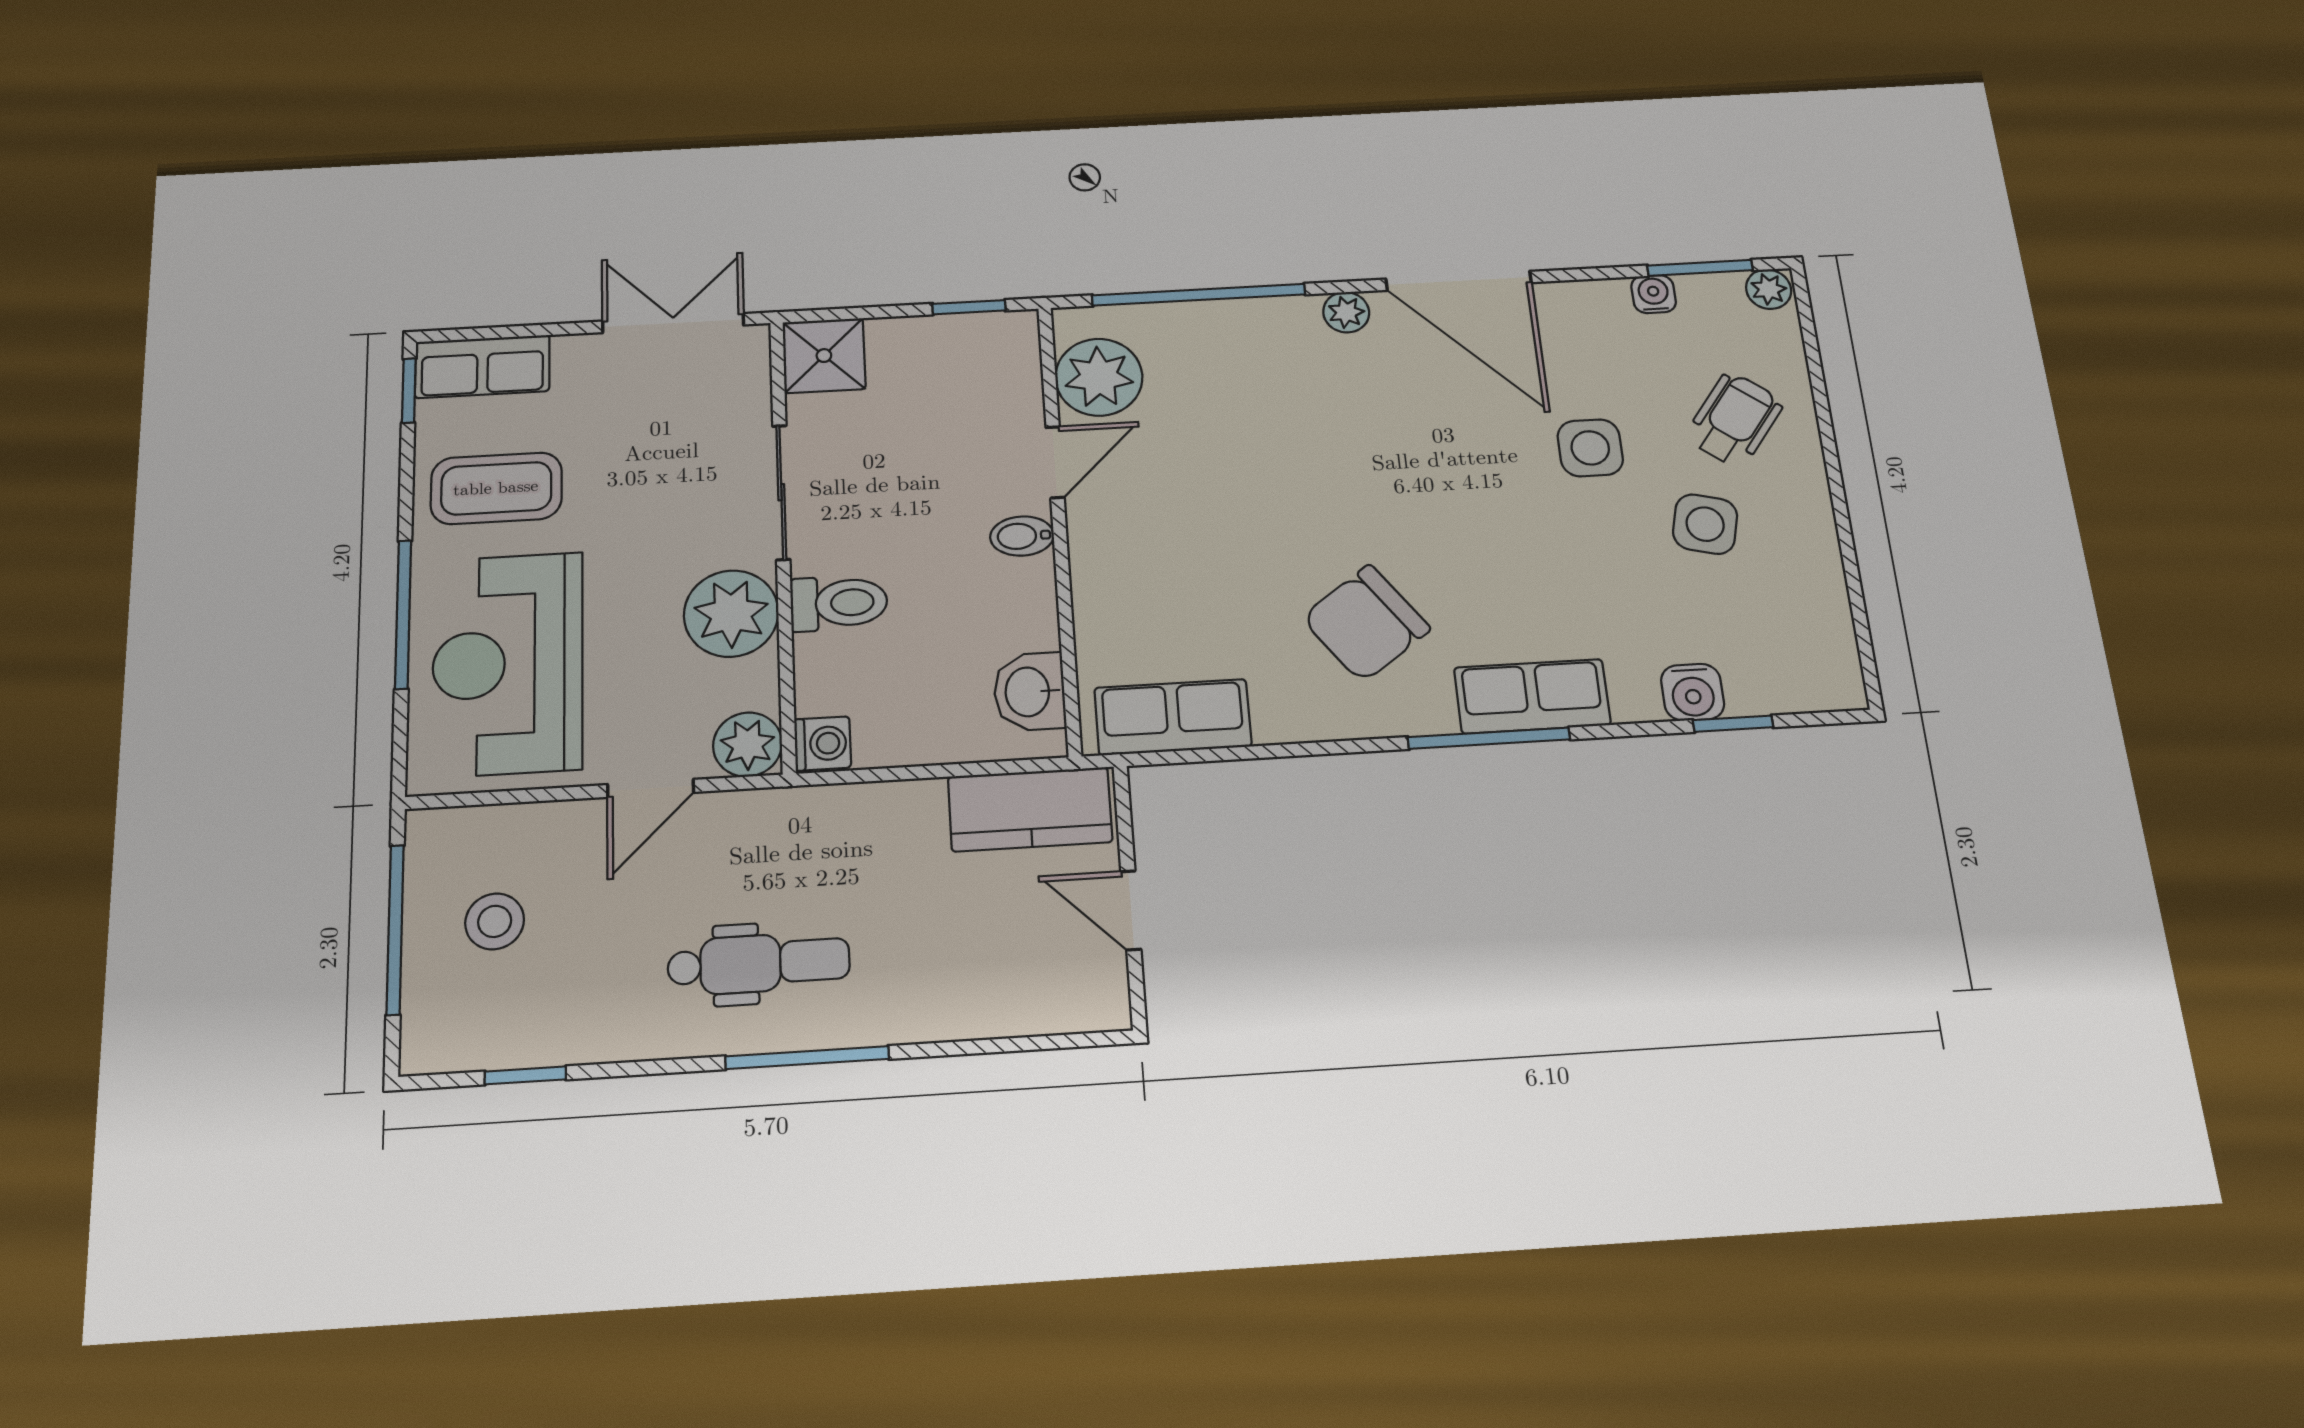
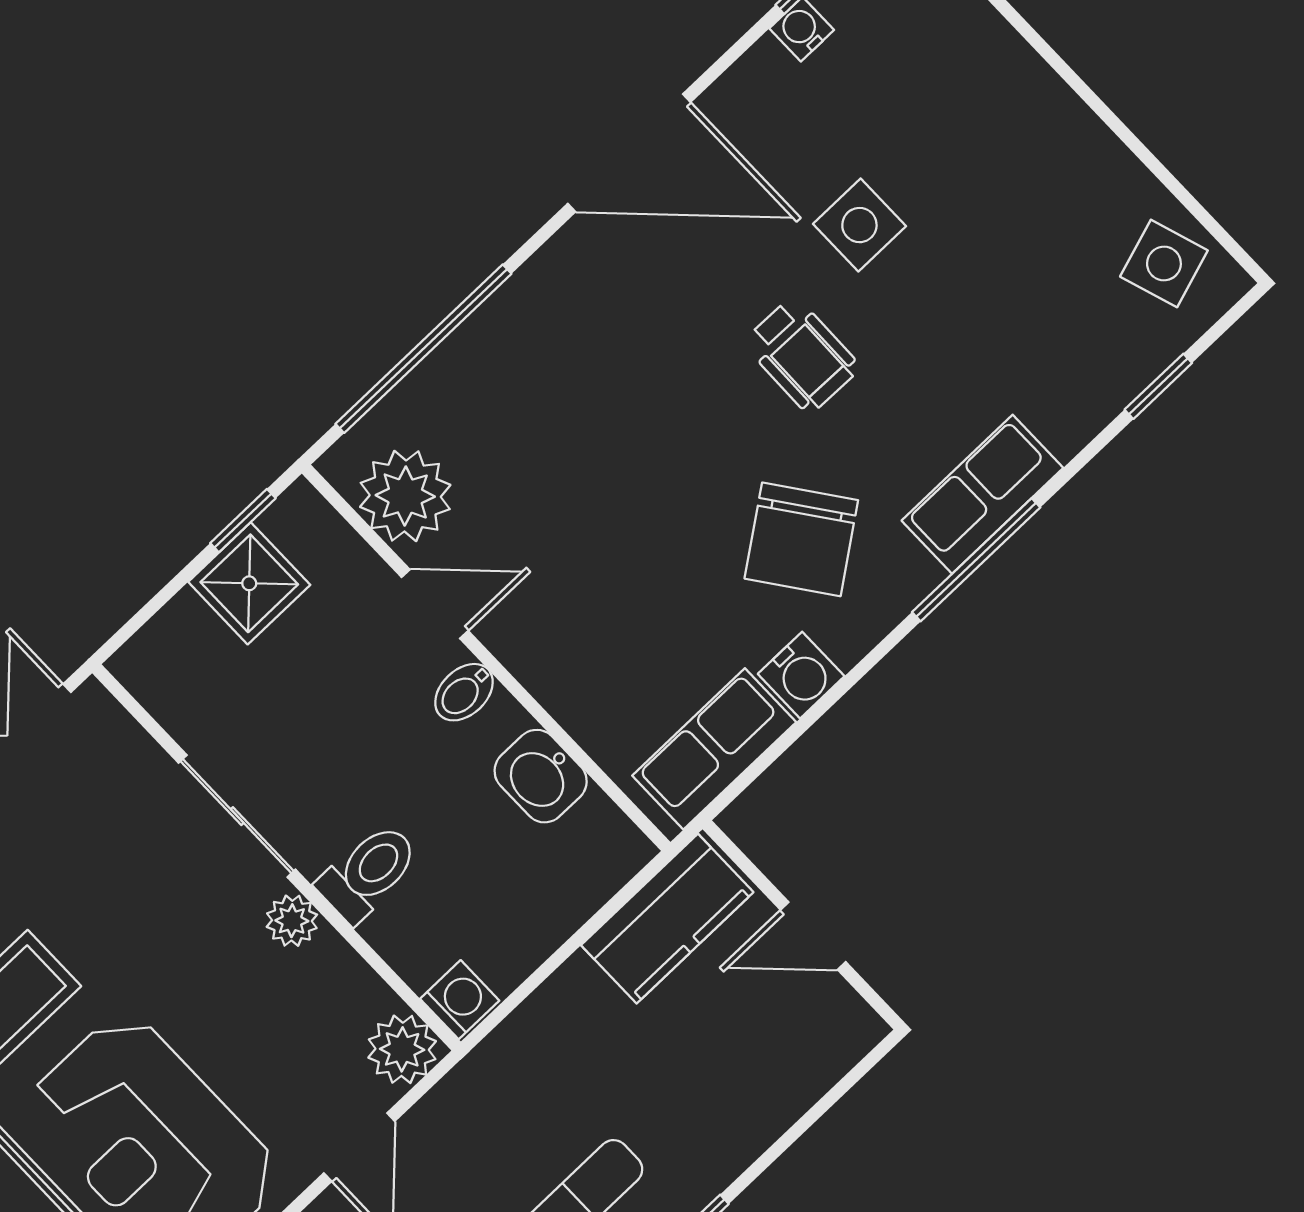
plant: (1346, 312) -> (559, 262), removed
shower: (824, 356) -> (249, 583), moved
wheelchair: (1734, 420) -> (802, 355), moved, turned 144
door: (1055, 462) -> (435, 604), hinge flipped
side table: (1705, 524) -> (1164, 263), moved, turned -32
plant: (731, 614) -> (292, 921), width x0.53, depth x0.53
washbasin: (1029, 692) -> (541, 776), moved
water cooler: (1693, 692) -> (801, 675), moved

